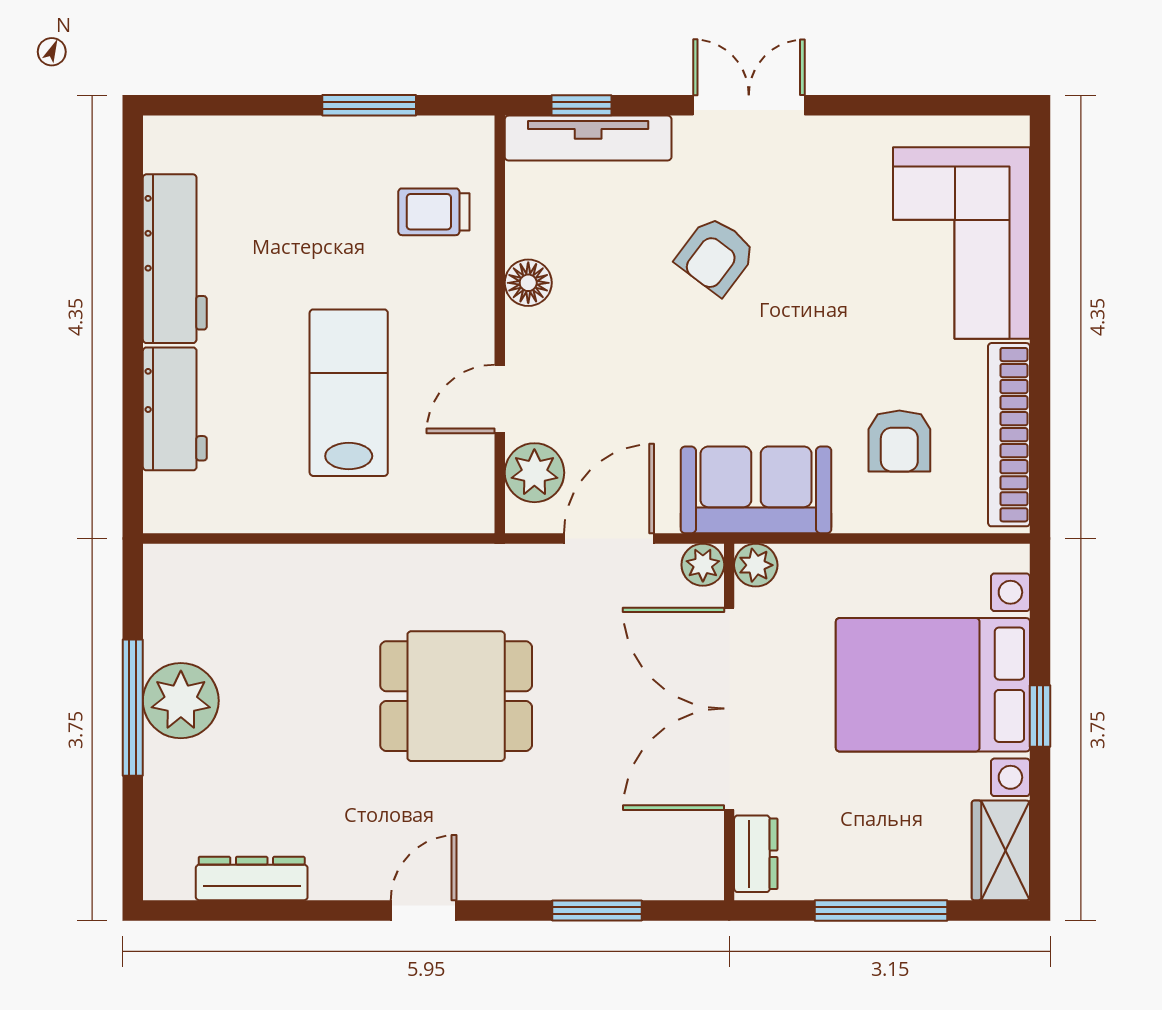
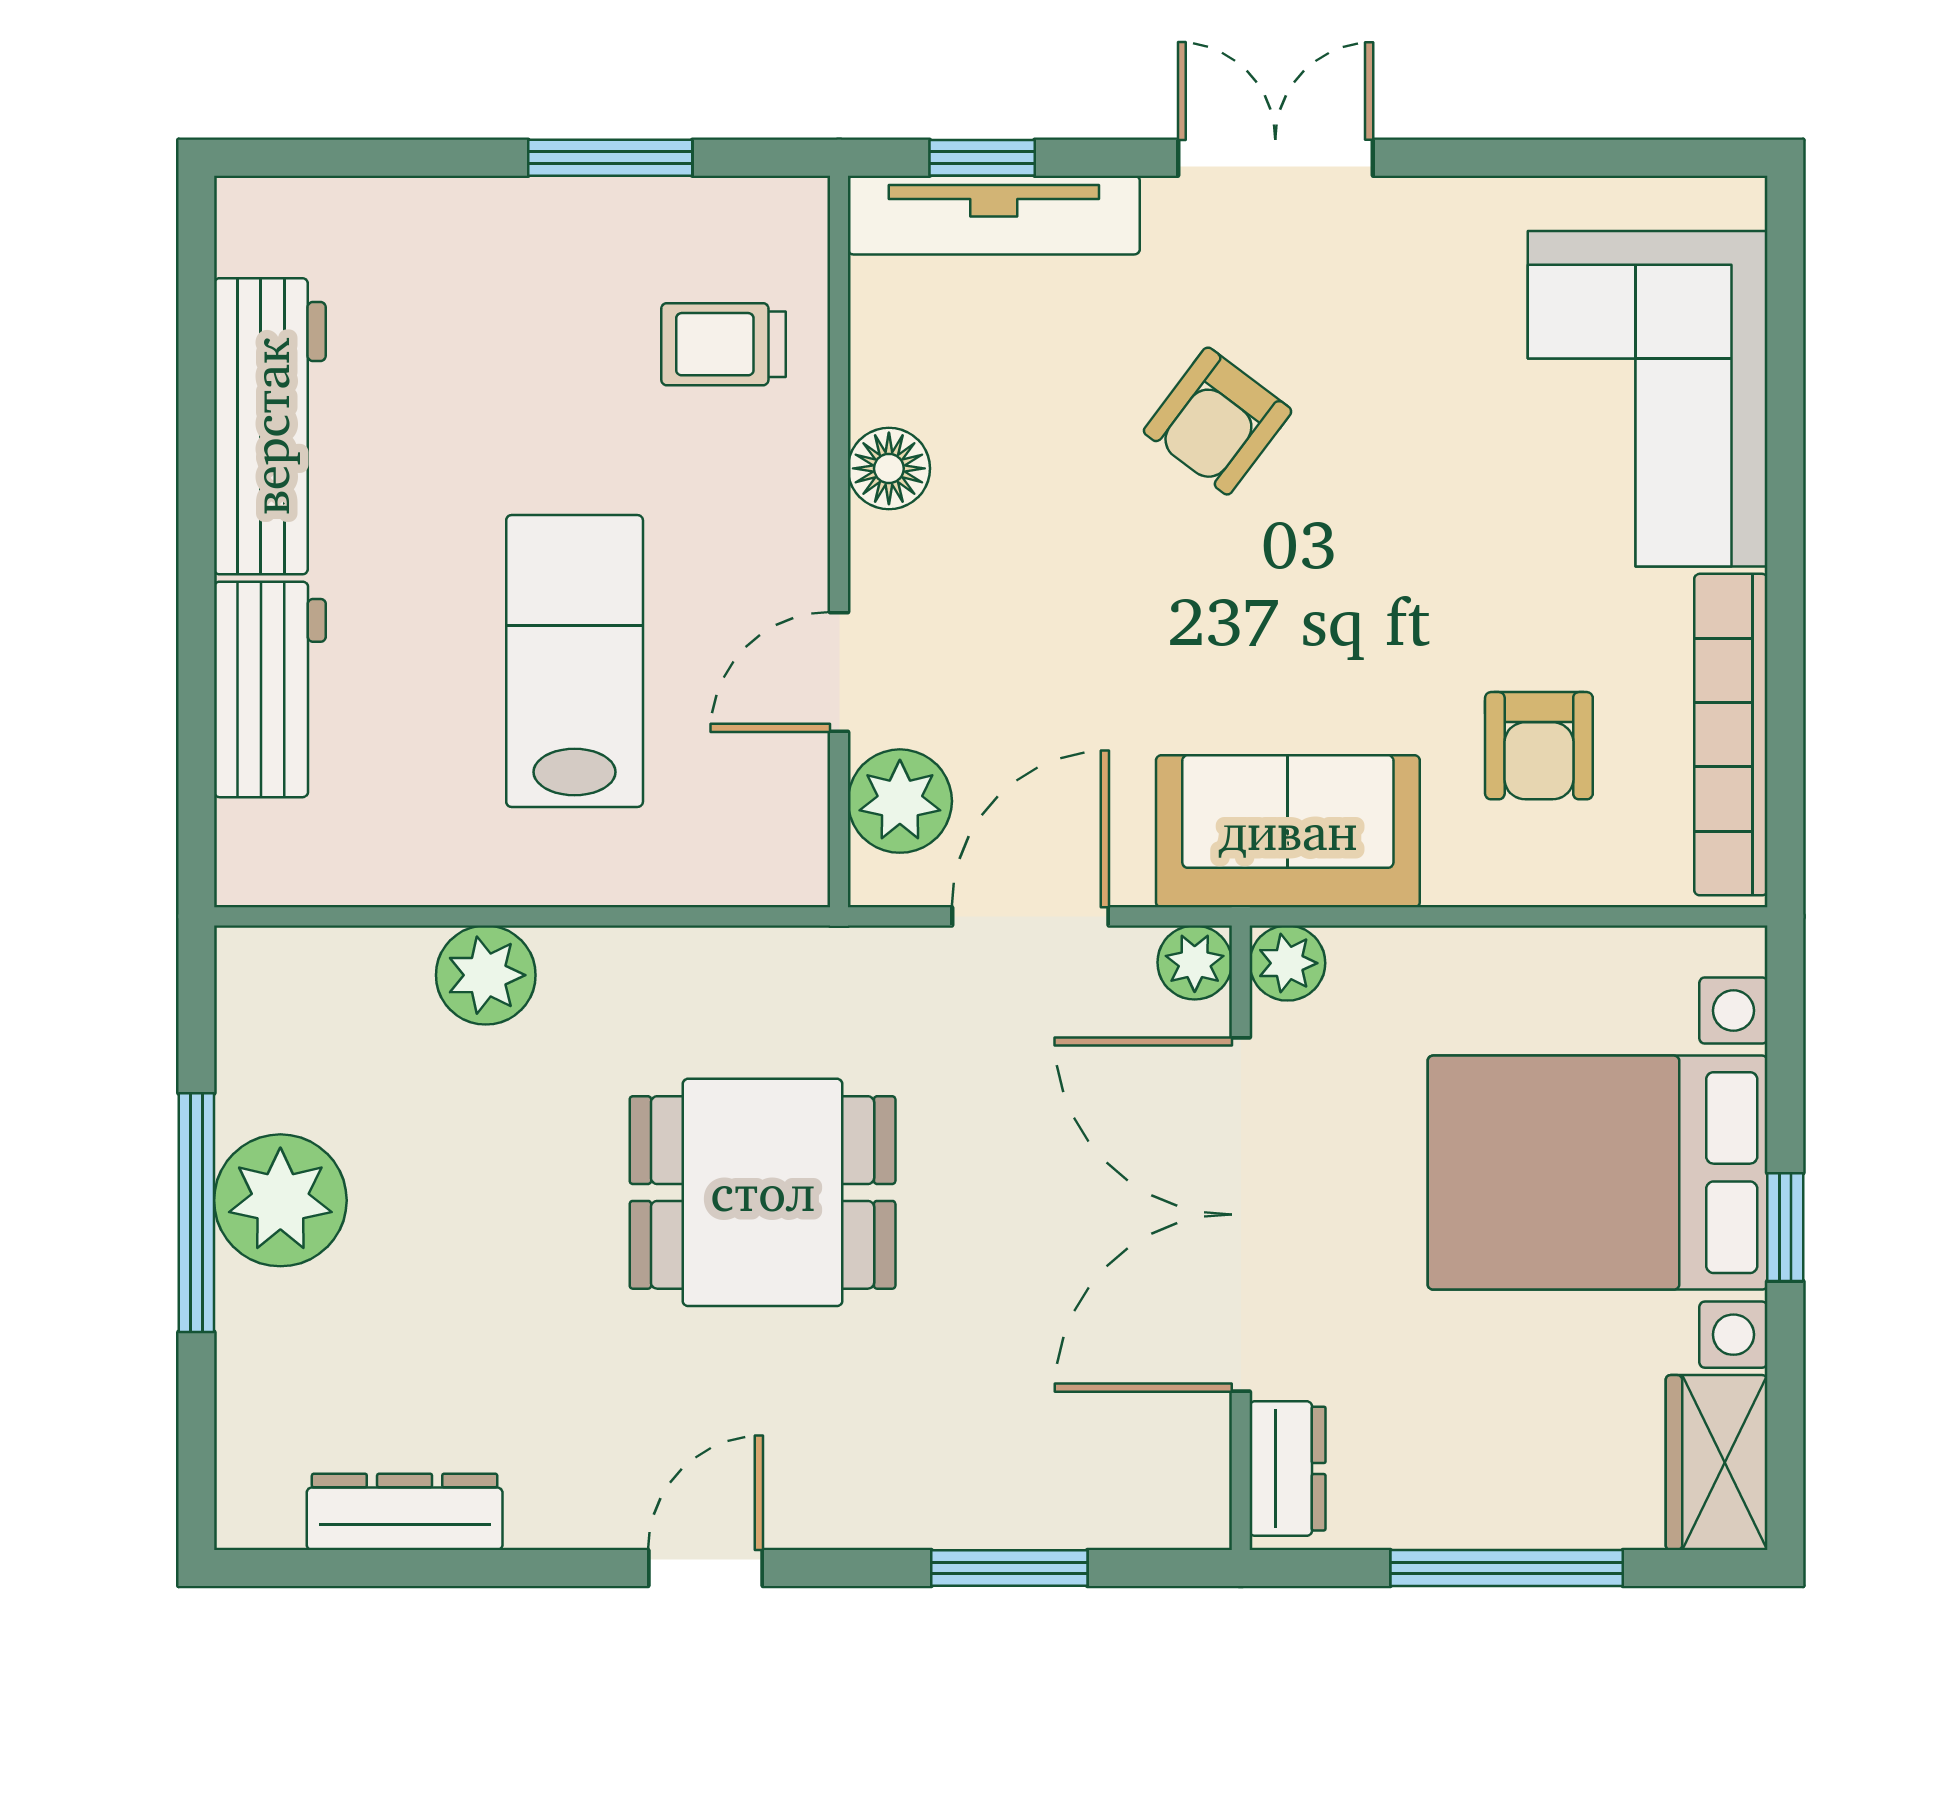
plant: (298, 572) -> (486, 975), added

